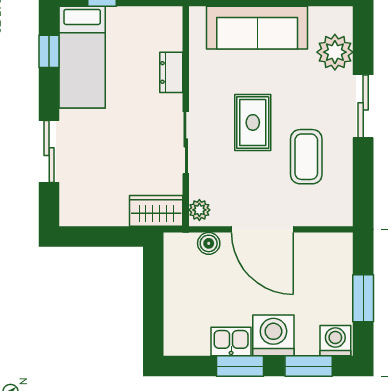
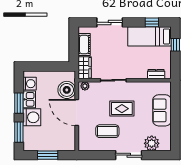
sofa: (257, 28) -> (162, 110), width x0.73
dresser: (171, 72) -> (156, 74), moved
cot: (101, 212) -> (84, 45), added
door: (262, 229) -> (77, 113), hinge flipped
boiler: (209, 243) -> (67, 90), width x1.86, depth x1.86
washing machine: (335, 341) -> (30, 84), moved

